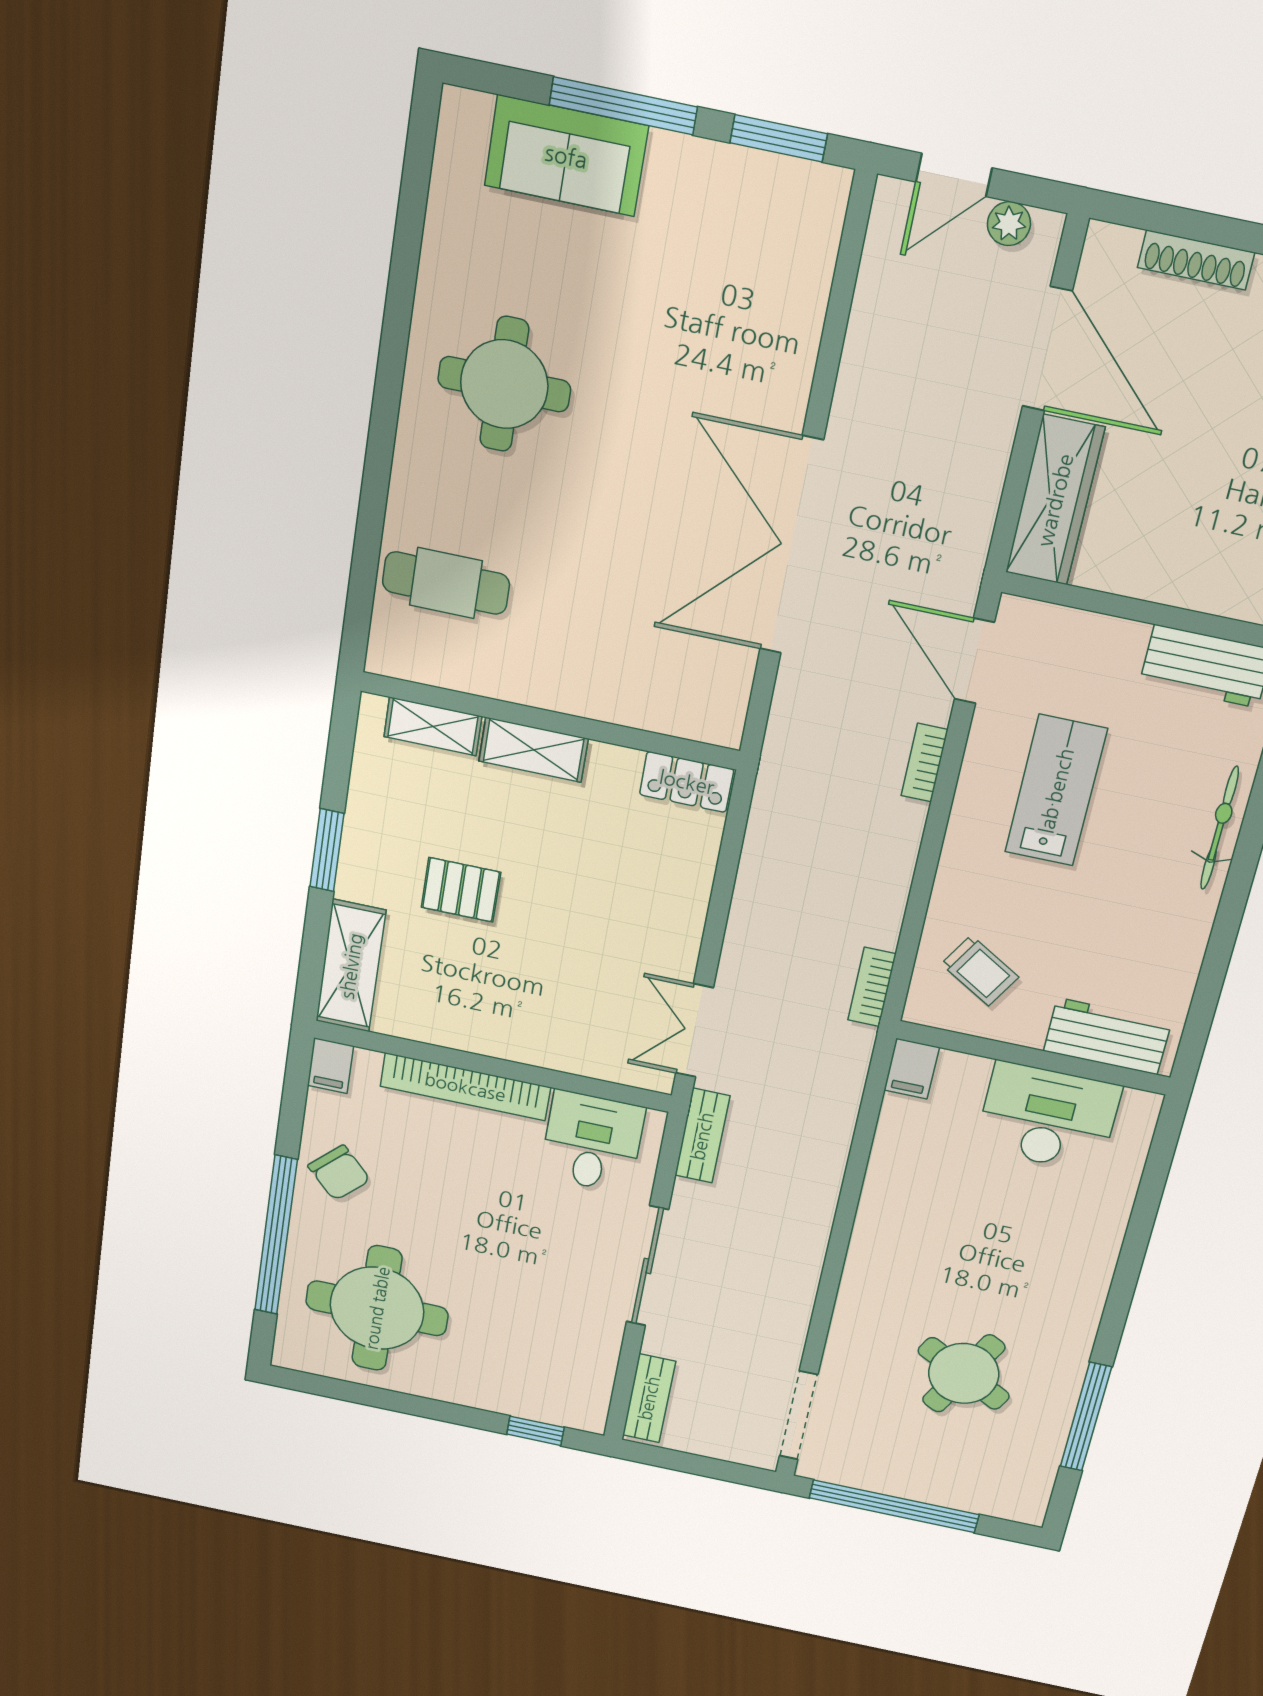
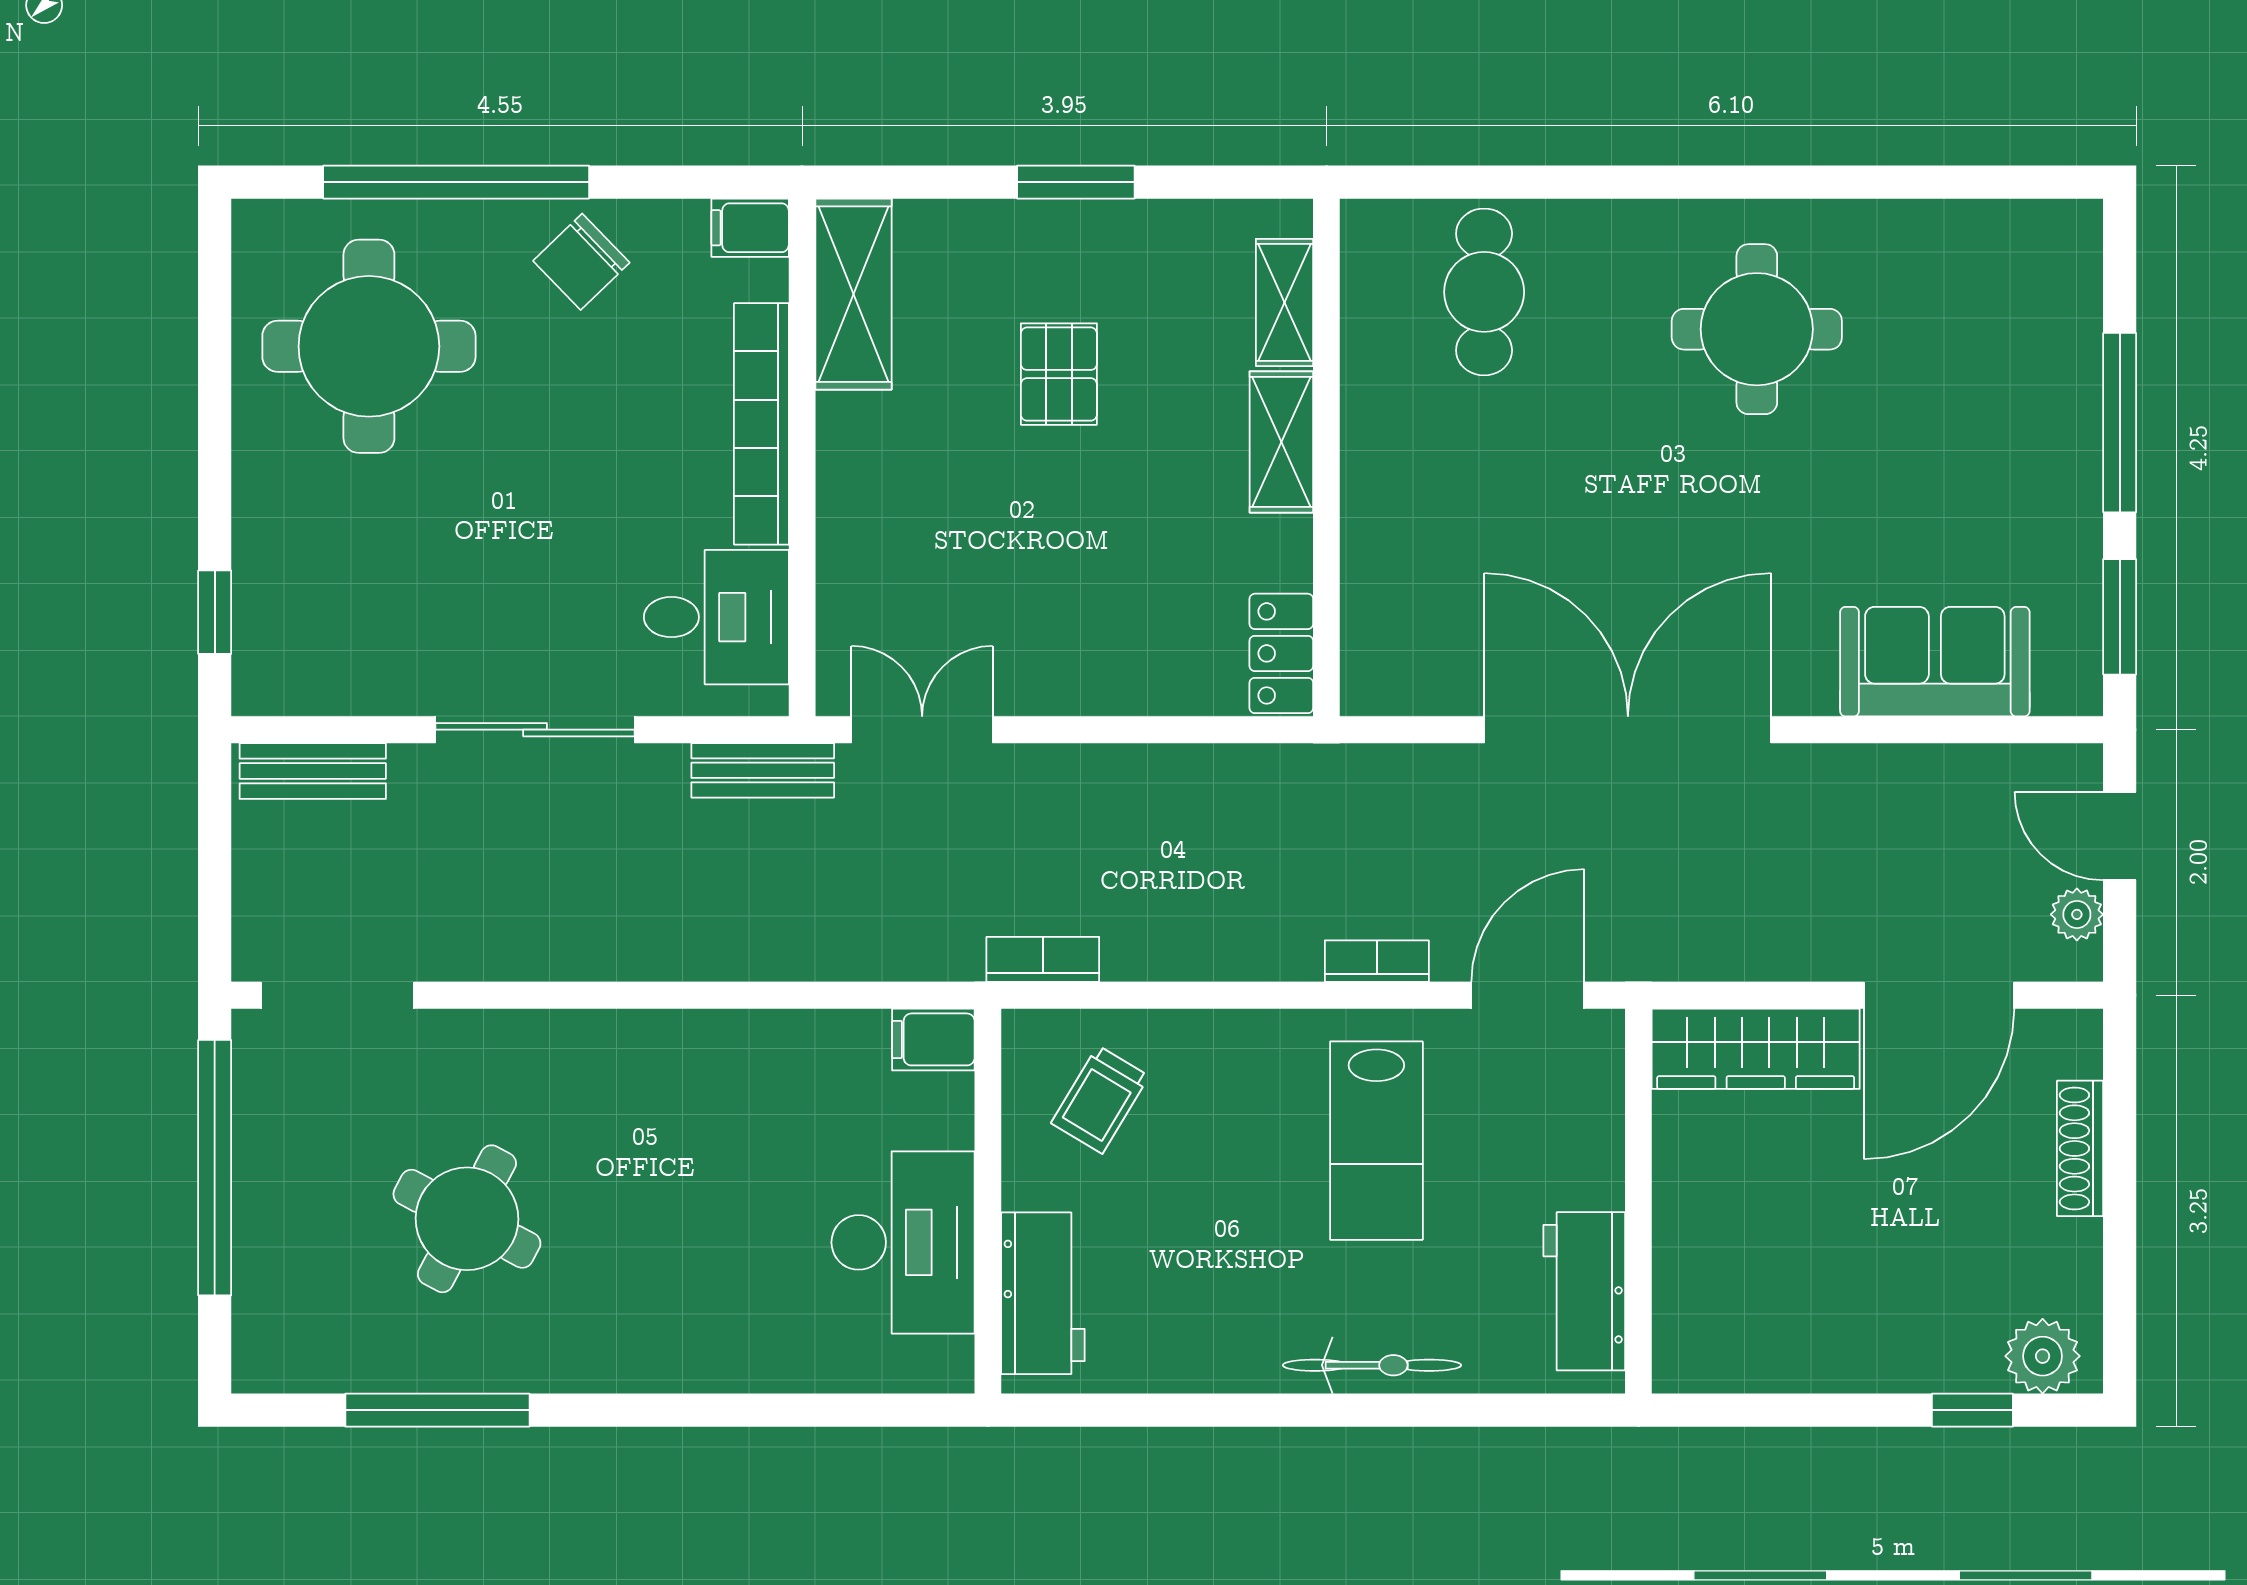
sofa: (566, 156) -> (1935, 662), moved, turned 90
lab bench: (1056, 791) -> (1376, 1141), turned 90
shelving: (351, 966) -> (853, 294), moved, turned 90

